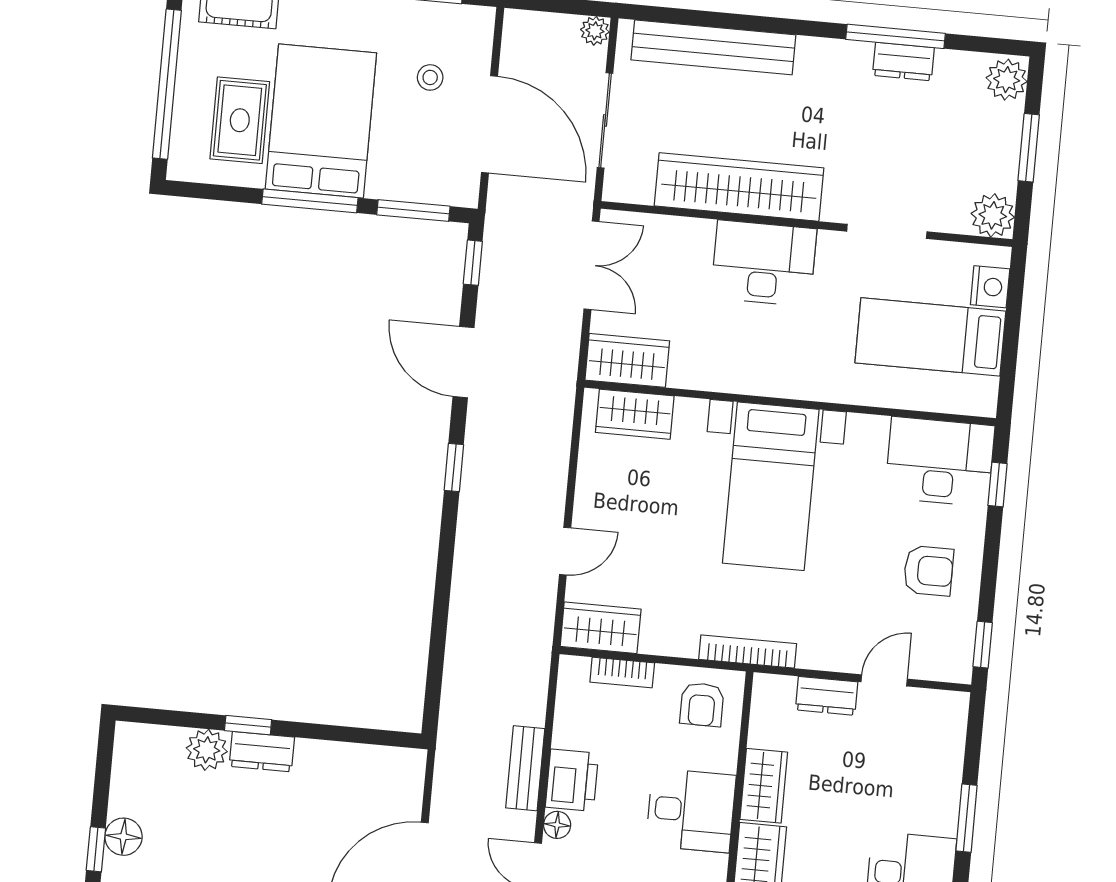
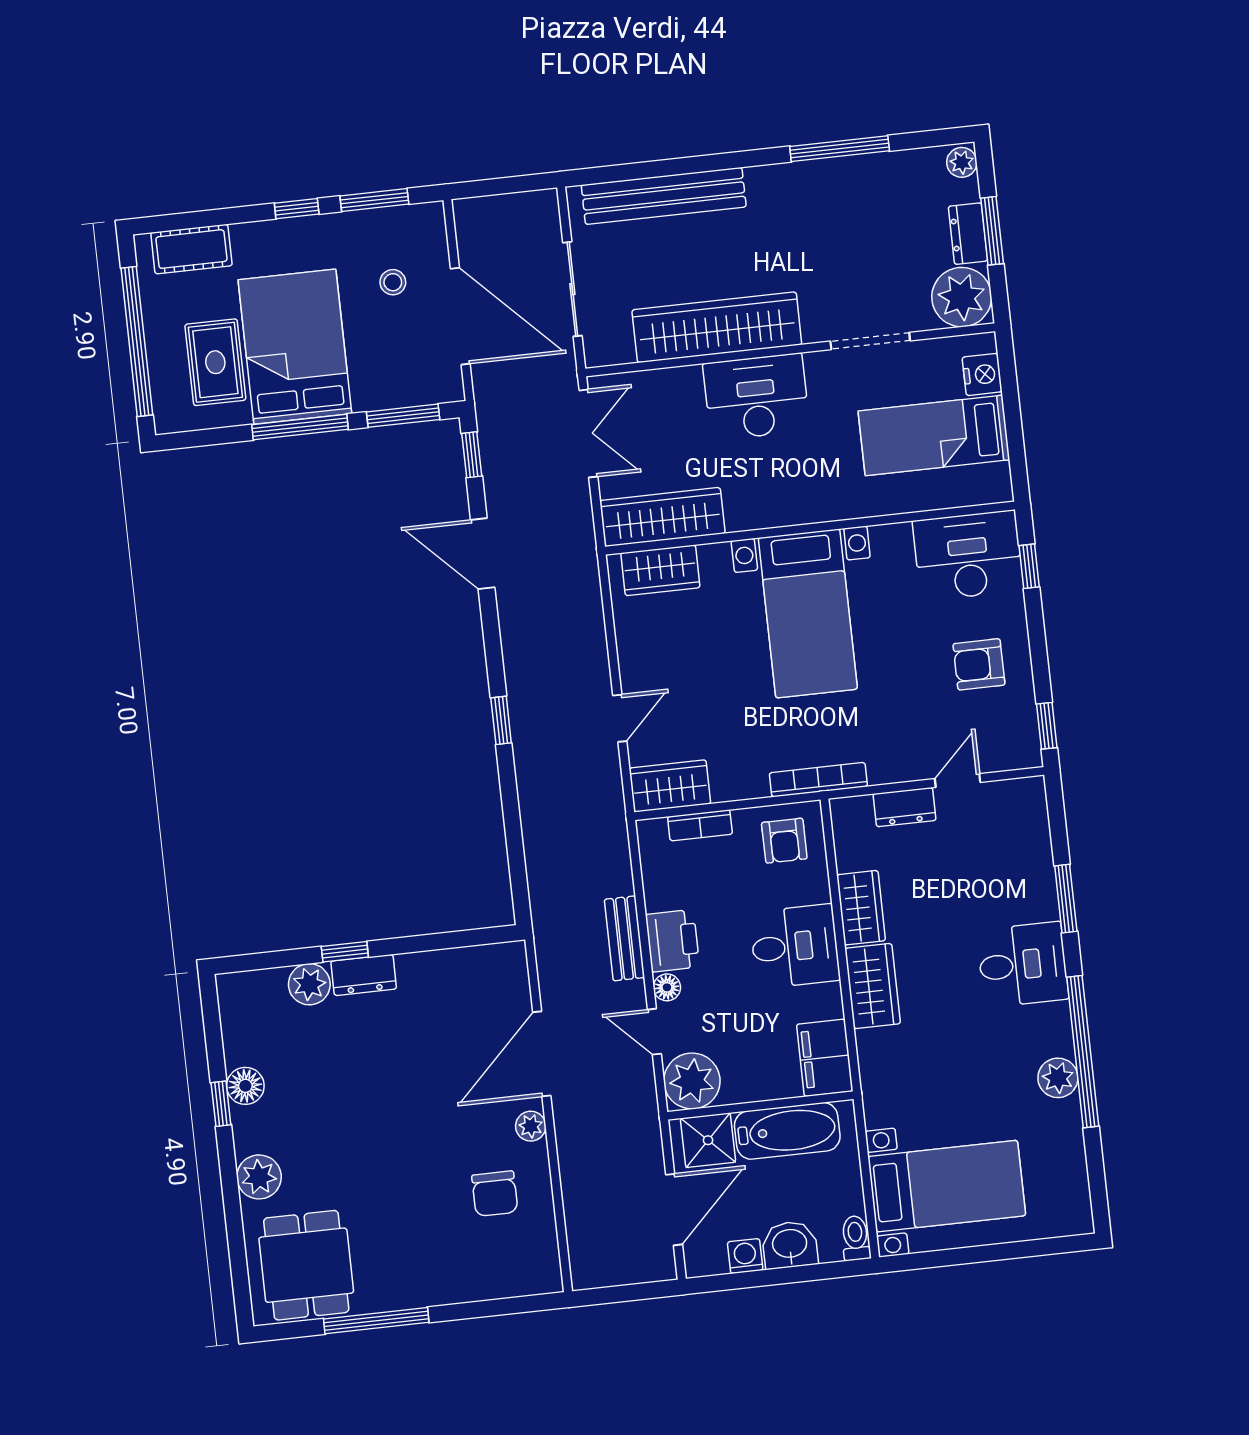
plant: (595, 31) -> (545, 203), removed
dresser: (903, 62) -> (968, 234), moved, turned 90
plant: (1007, 80) -> (962, 162), width x0.73, depth x0.73
plant: (993, 215) -> (962, 297), width x1.36, depth x1.36
wardrobe: (627, 360) -> (662, 517), width x1.50
window: (454, 468) -> (501, 720), moved
armchair: (928, 571) -> (979, 664), turned 180

